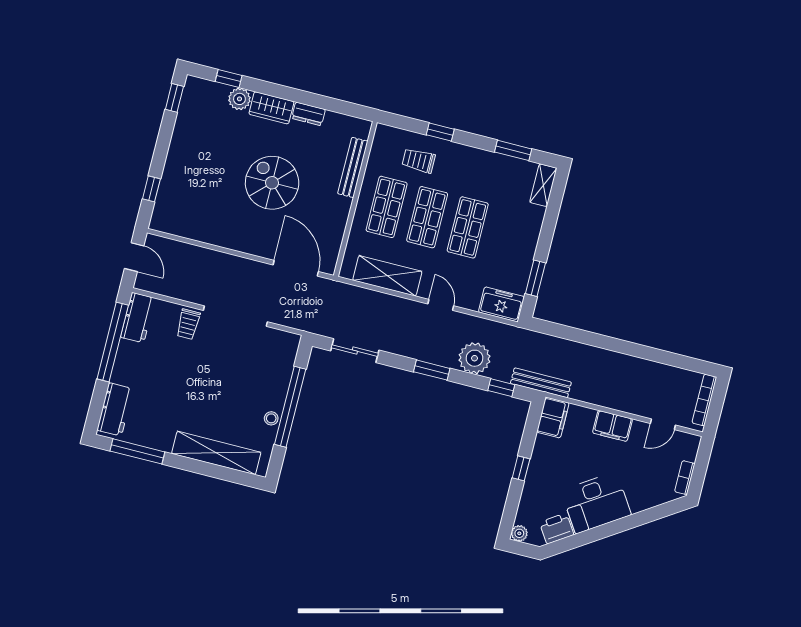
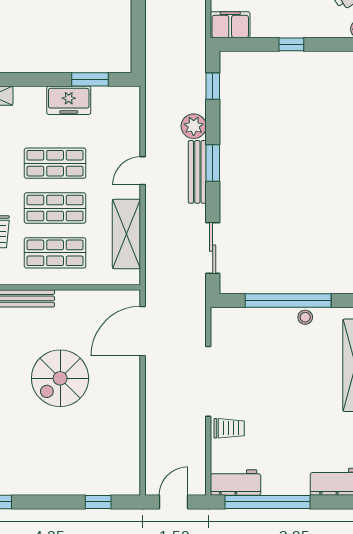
freezer: (501, 304) -> (69, 100), moved, turned -90
plant: (475, 358) -> (194, 126), width x0.73, depth x0.73
bench: (541, 383) -> (197, 172), moved

